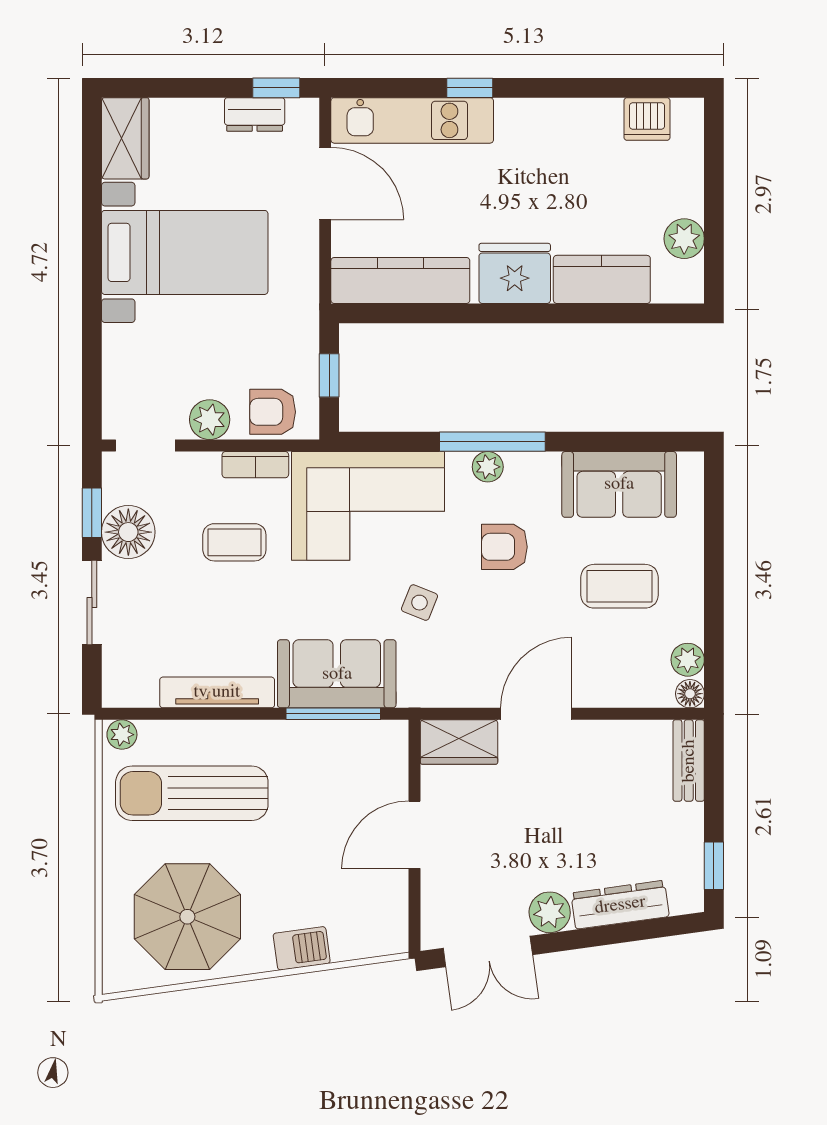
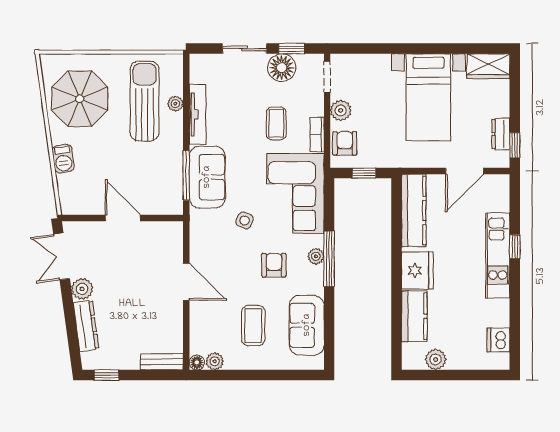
kitchen unit: (412, 120) -> (498, 255), moved
plant: (122, 735) -> (175, 104), moved
wardrobe: (459, 742) -> (171, 241), removed

